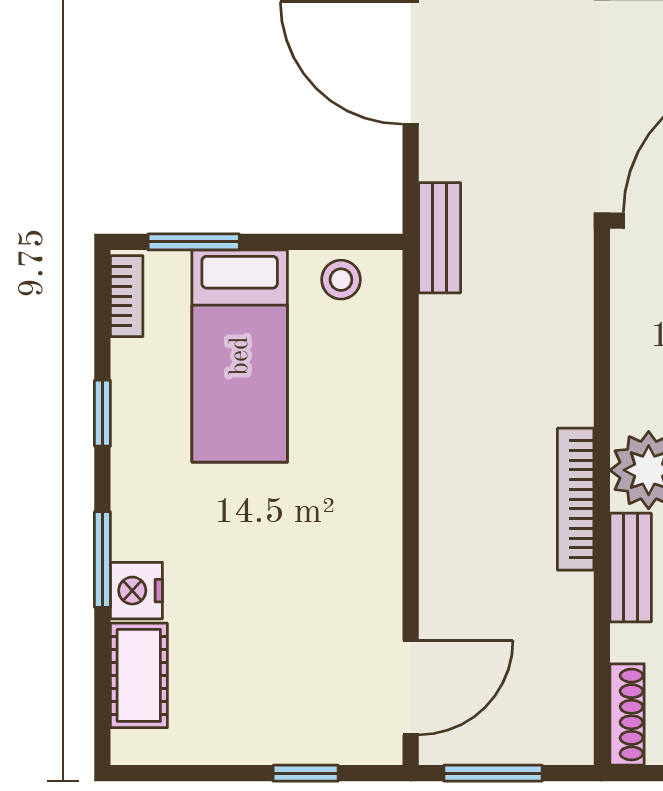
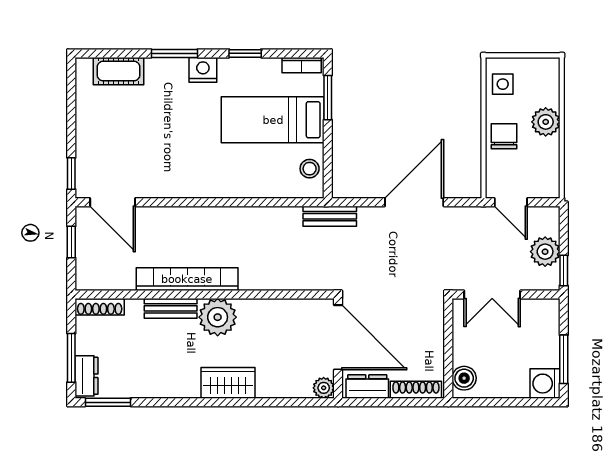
bookcase: (576, 499) -> (187, 279), width x1.48, depth x1.31
nightstand: (136, 591) -> (203, 70), moved
window: (306, 773) -> (71, 174), moved
window: (493, 773) -> (71, 242), width x0.67

